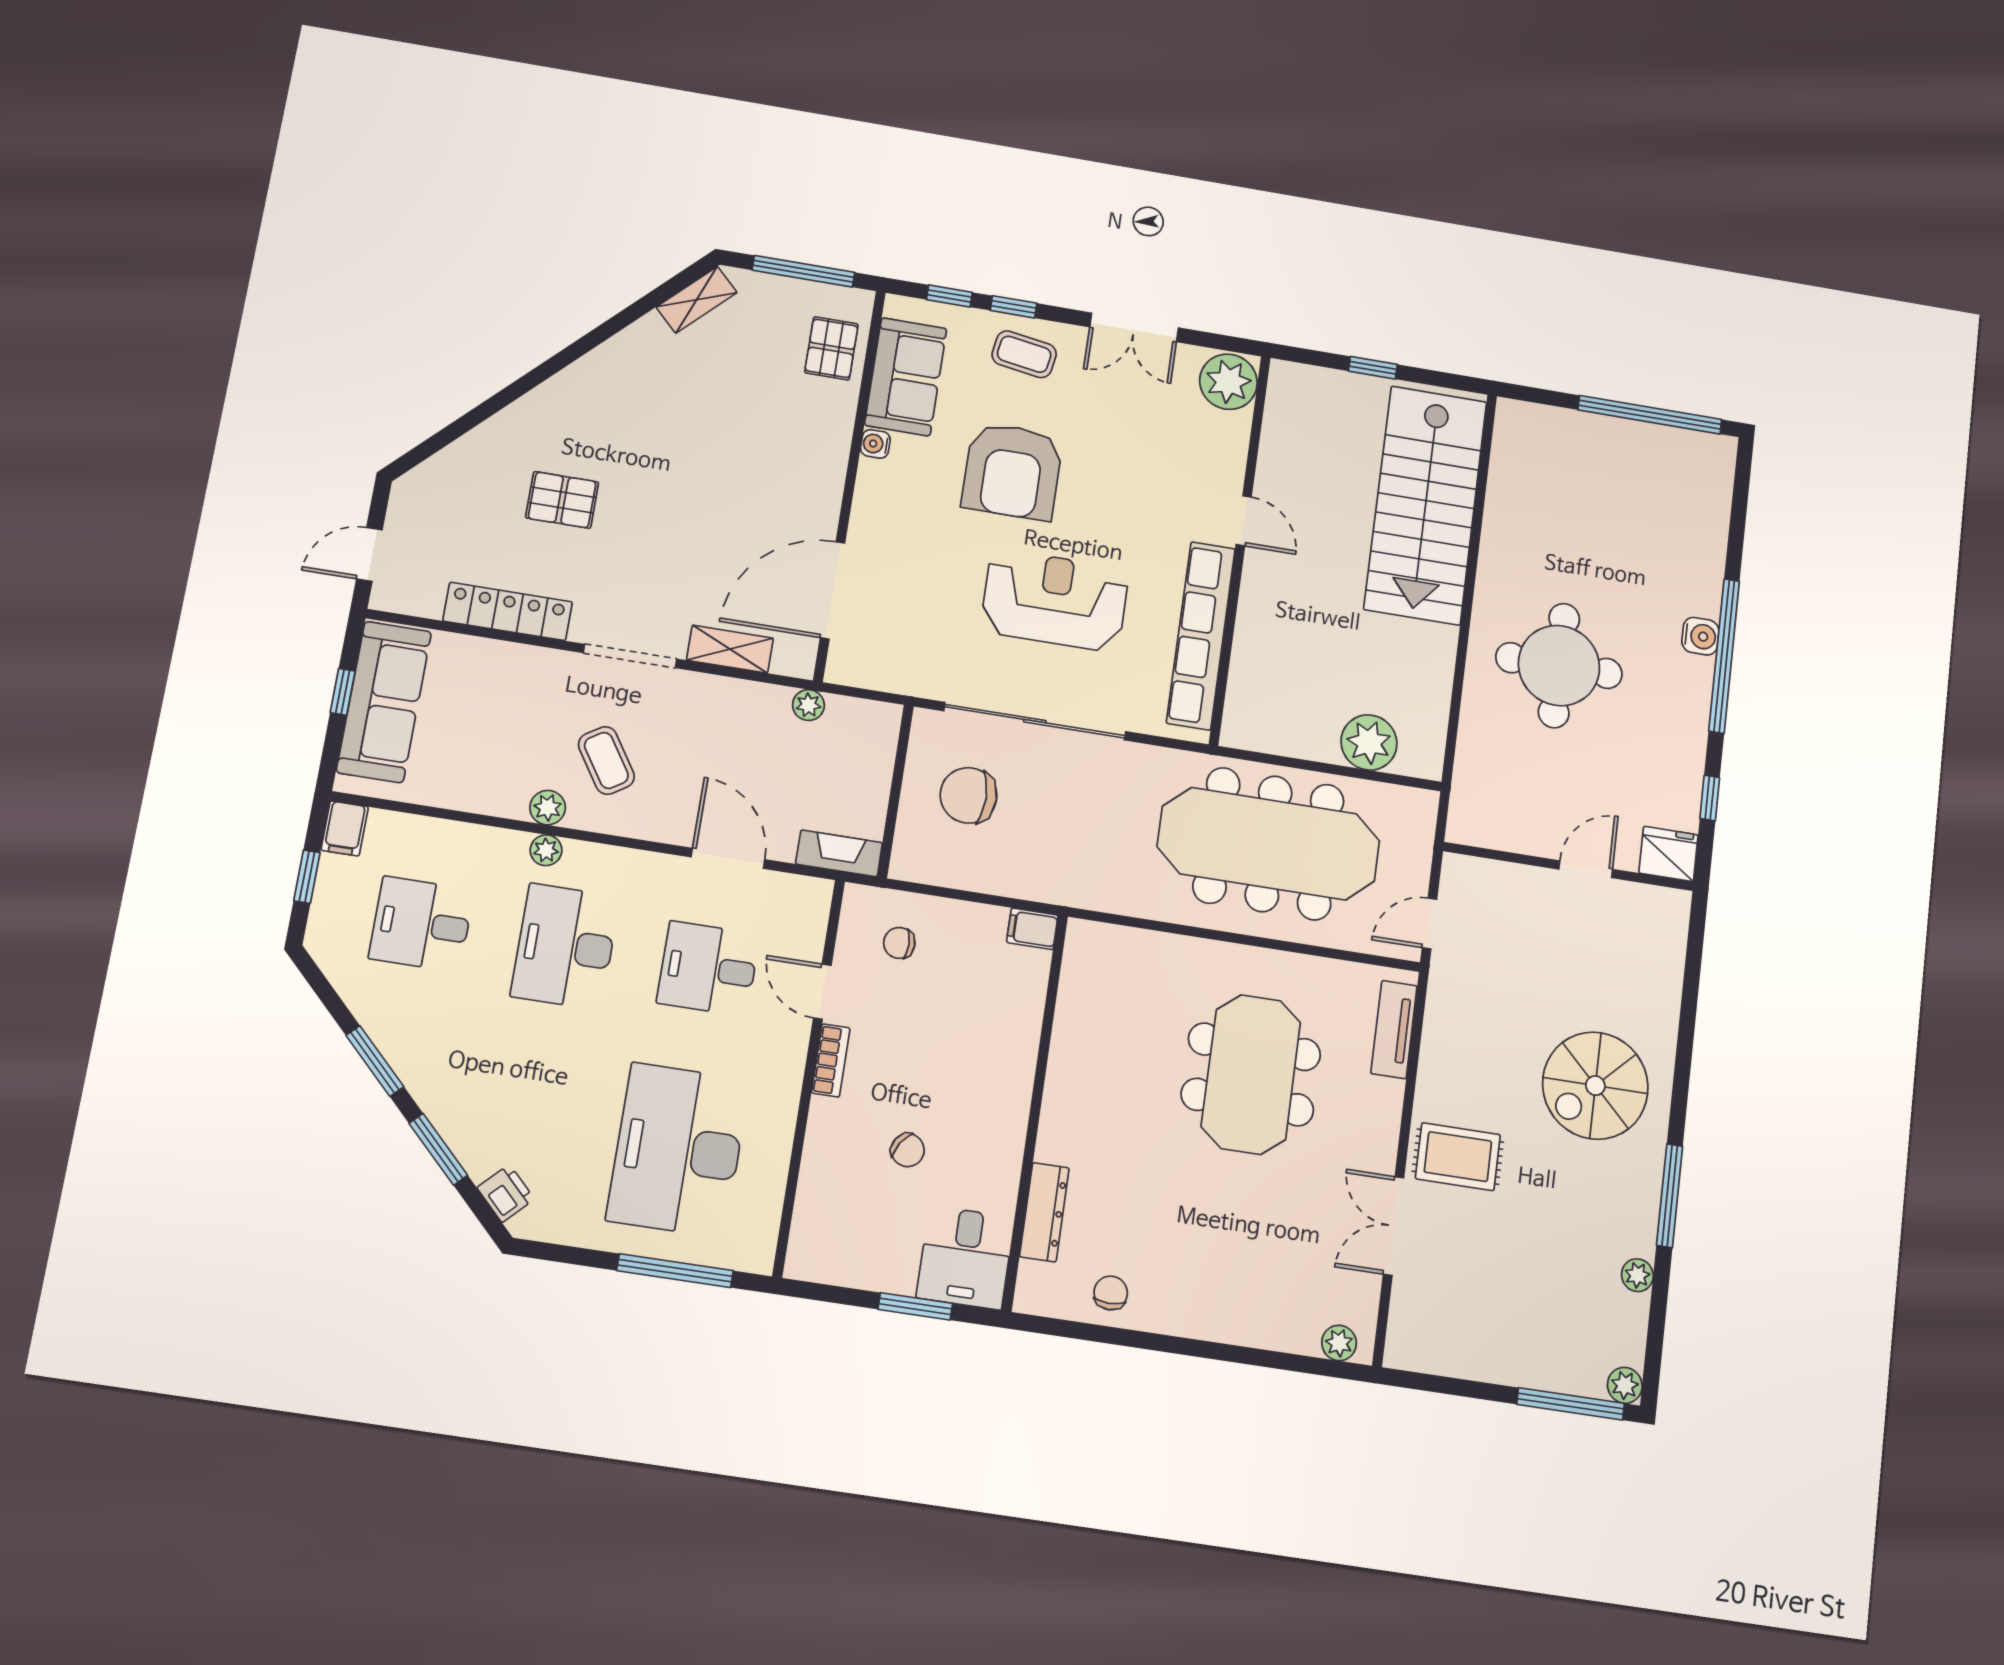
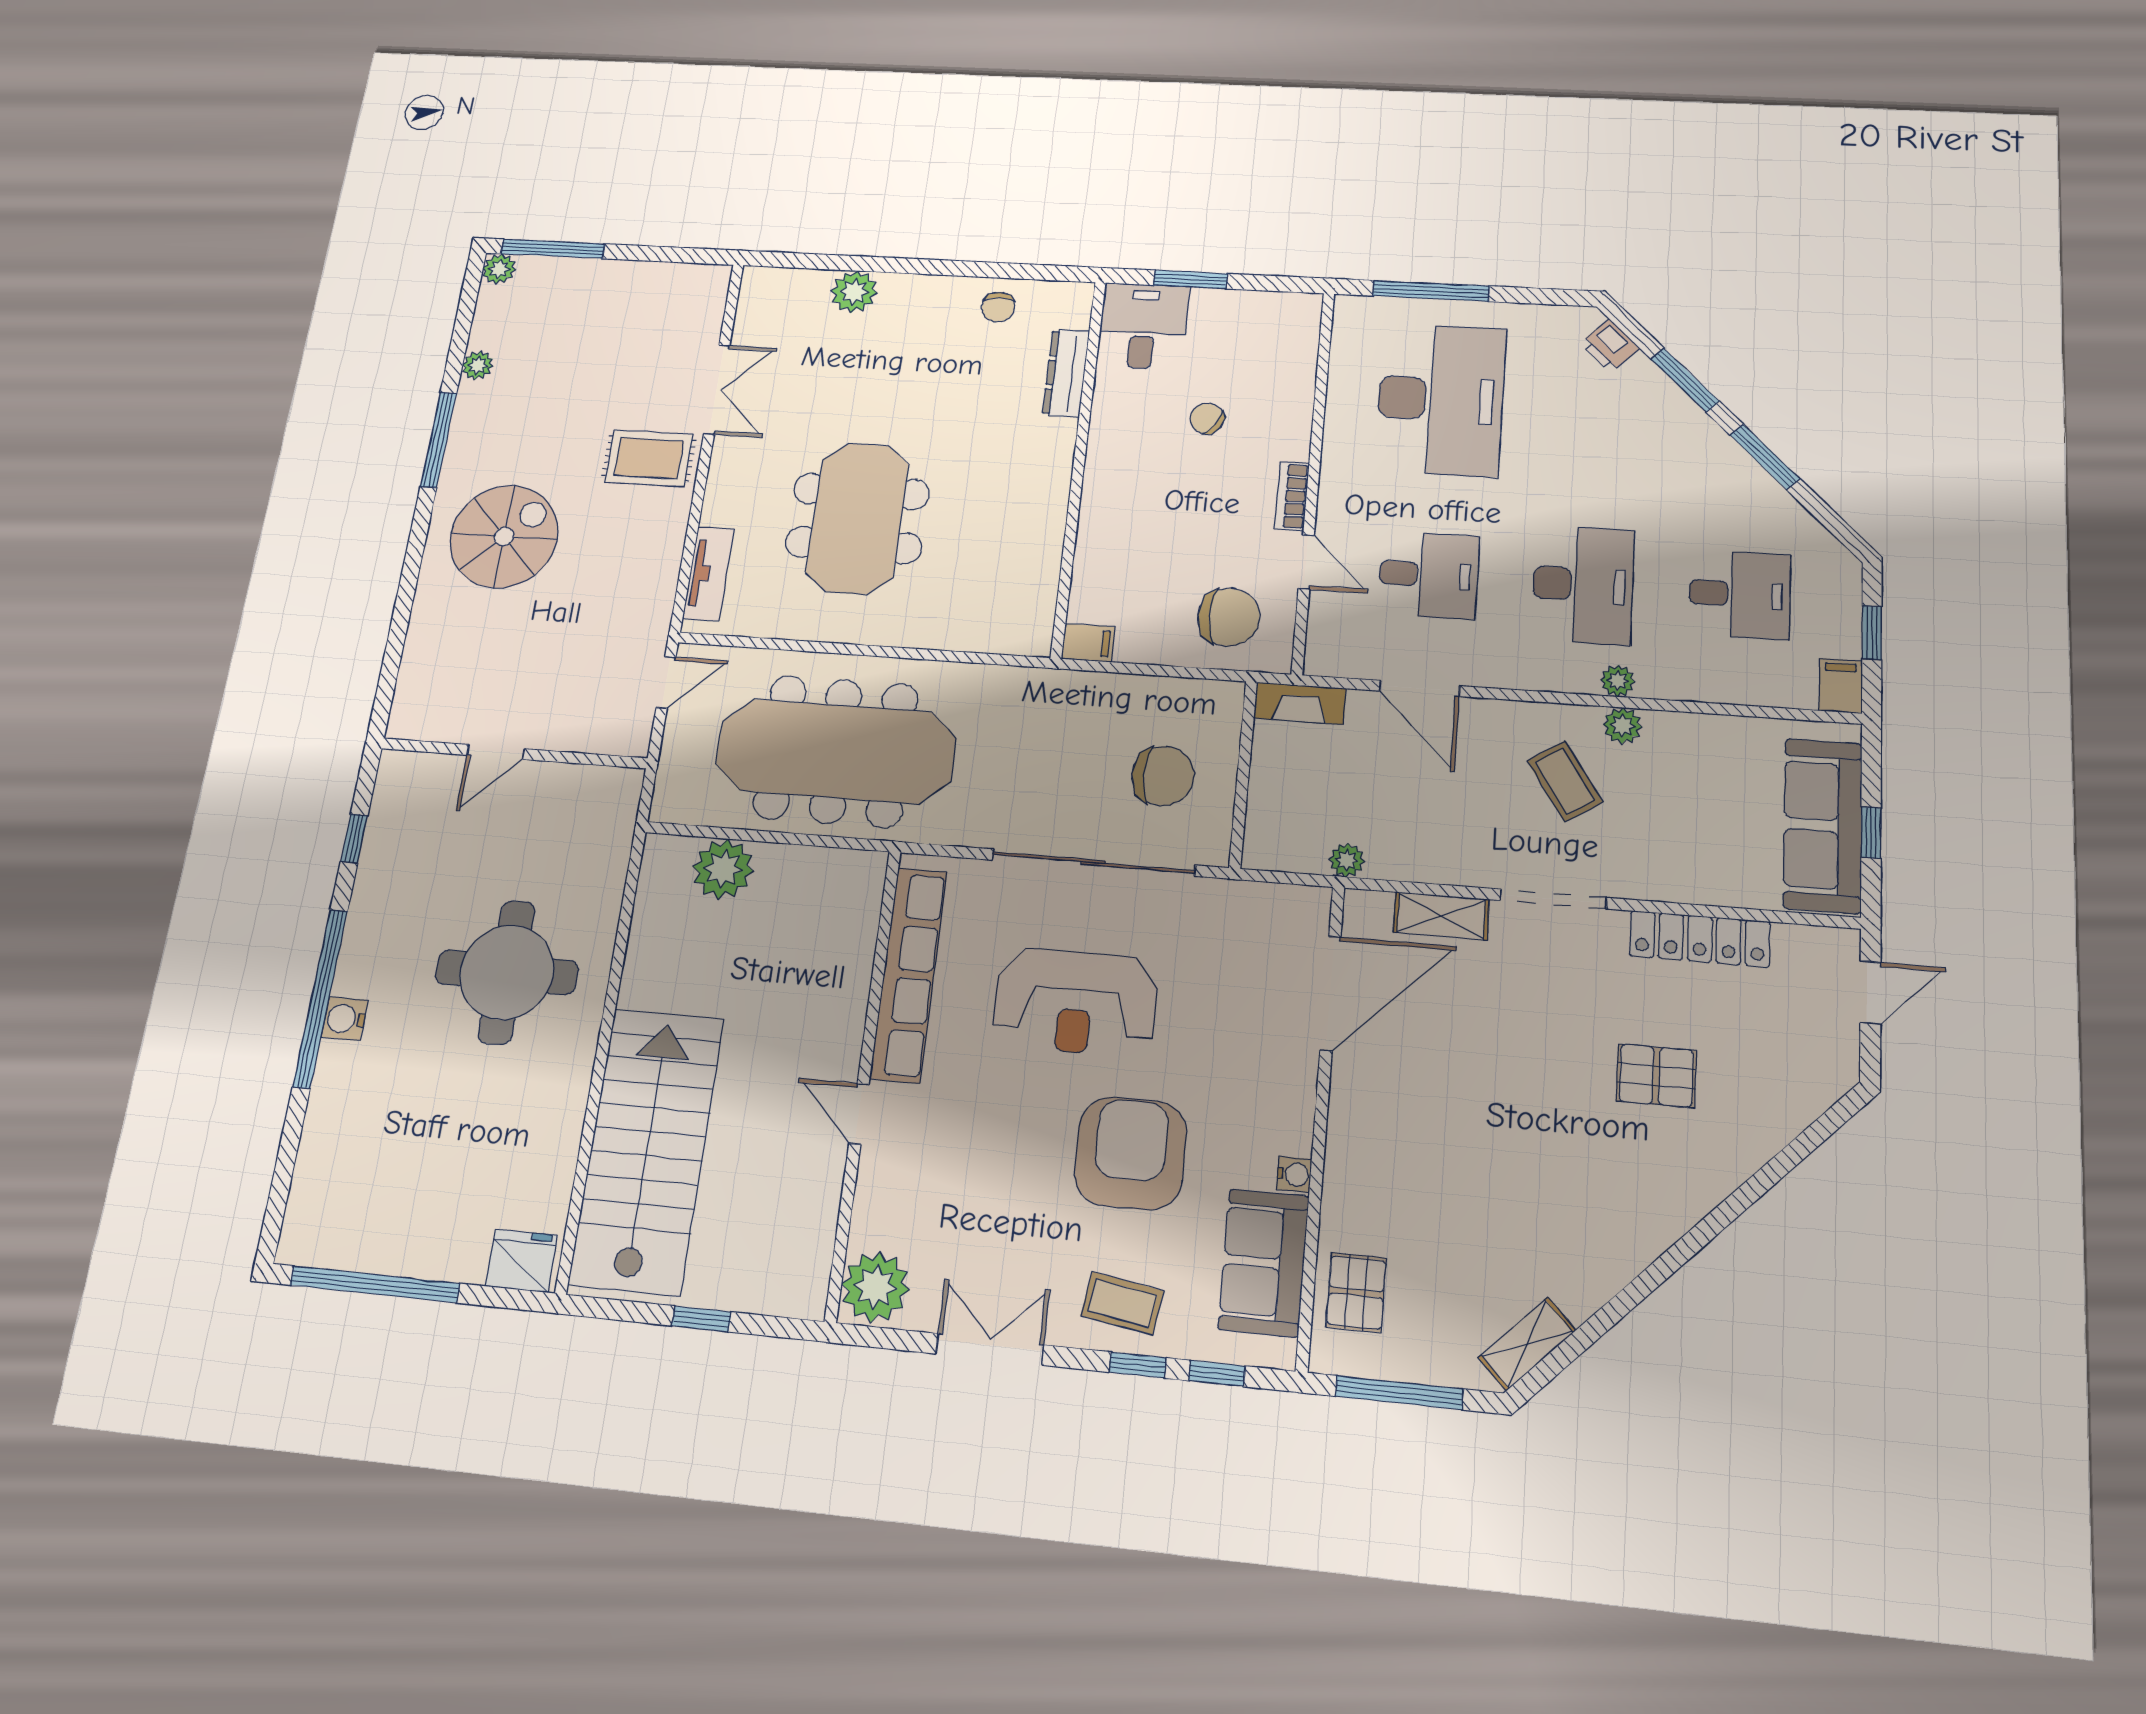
fridge: (1668, 854) -> (521, 1261), moved, turned 180
chair: (899, 943) -> (1229, 617), width x1.87, depth x1.87
plant: (1339, 1343) -> (854, 292), moved, width x1.38, depth x1.38

